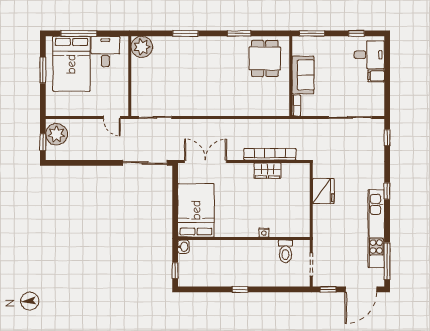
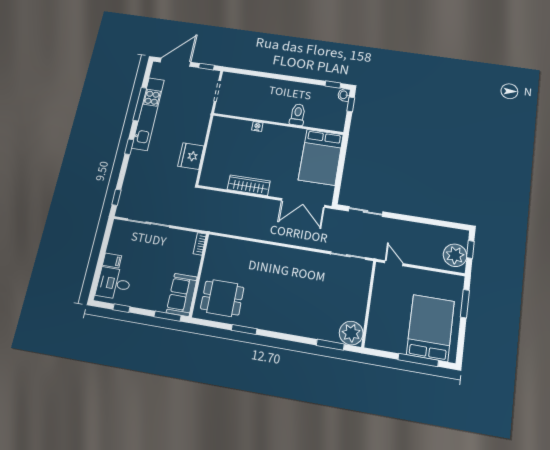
window: (185, 33) -> (330, 345), moved
desk: (105, 52) -> (392, 335), removed
dining table: (265, 58) -> (222, 298), turned 90
window: (43, 70) -> (465, 304), moved
sofa: (303, 75) -> (182, 295), moved
bookcase: (270, 154) -> (236, 200), removed
sliding door: (145, 163) -> (366, 211), width x0.73
wardrobe: (267, 171) -> (249, 185), width x1.50
washbasin: (183, 247) -> (344, 95), moved
toilet: (285, 251) -> (298, 115), moved
window: (387, 261) -> (140, 104), moved
window: (240, 289) -> (333, 84), moved

